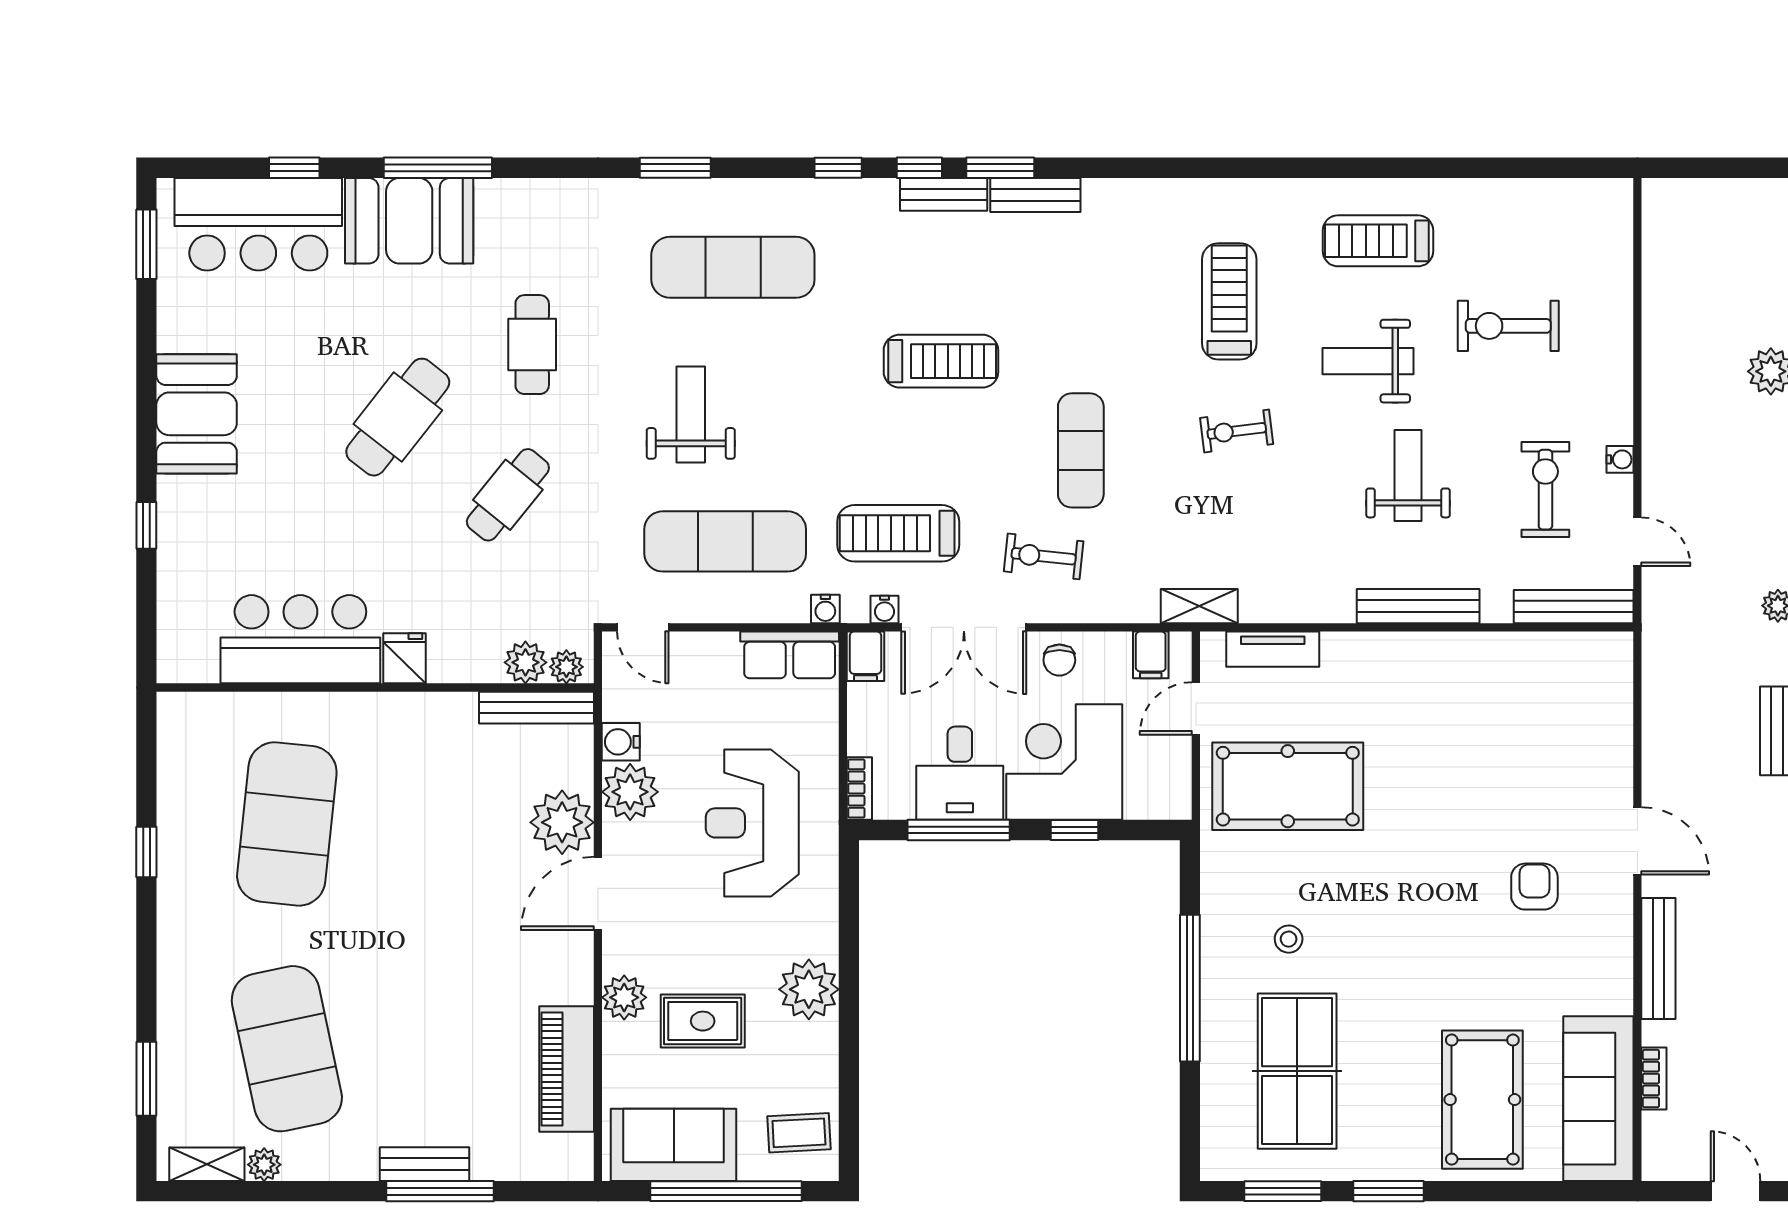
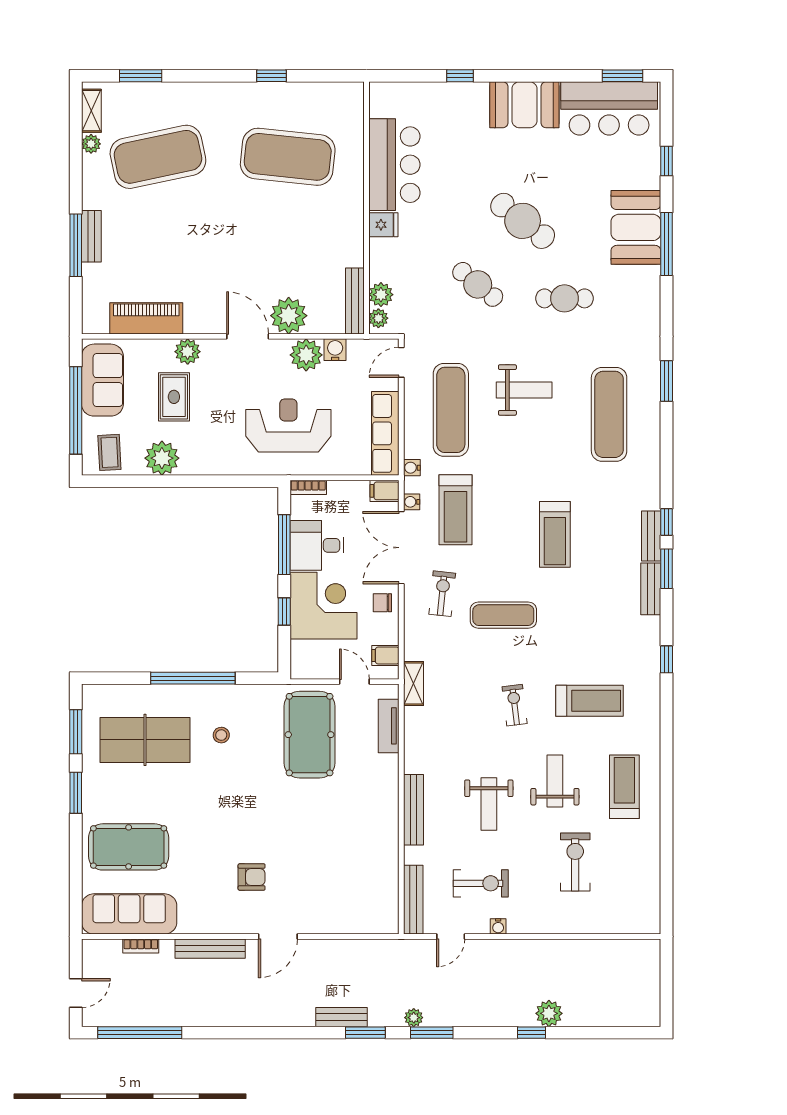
window: (838, 168) -> (667, 659), moved
bar counter: (258, 224) -> (609, 108), moved, turned -90
weight bench: (1408, 476) -> (489, 804), turned 90
treadmill: (898, 533) -> (455, 510), turned 180
row of seats: (790, 655) -> (385, 433), width x1.48
plant: (809, 989) -> (162, 458), moved

